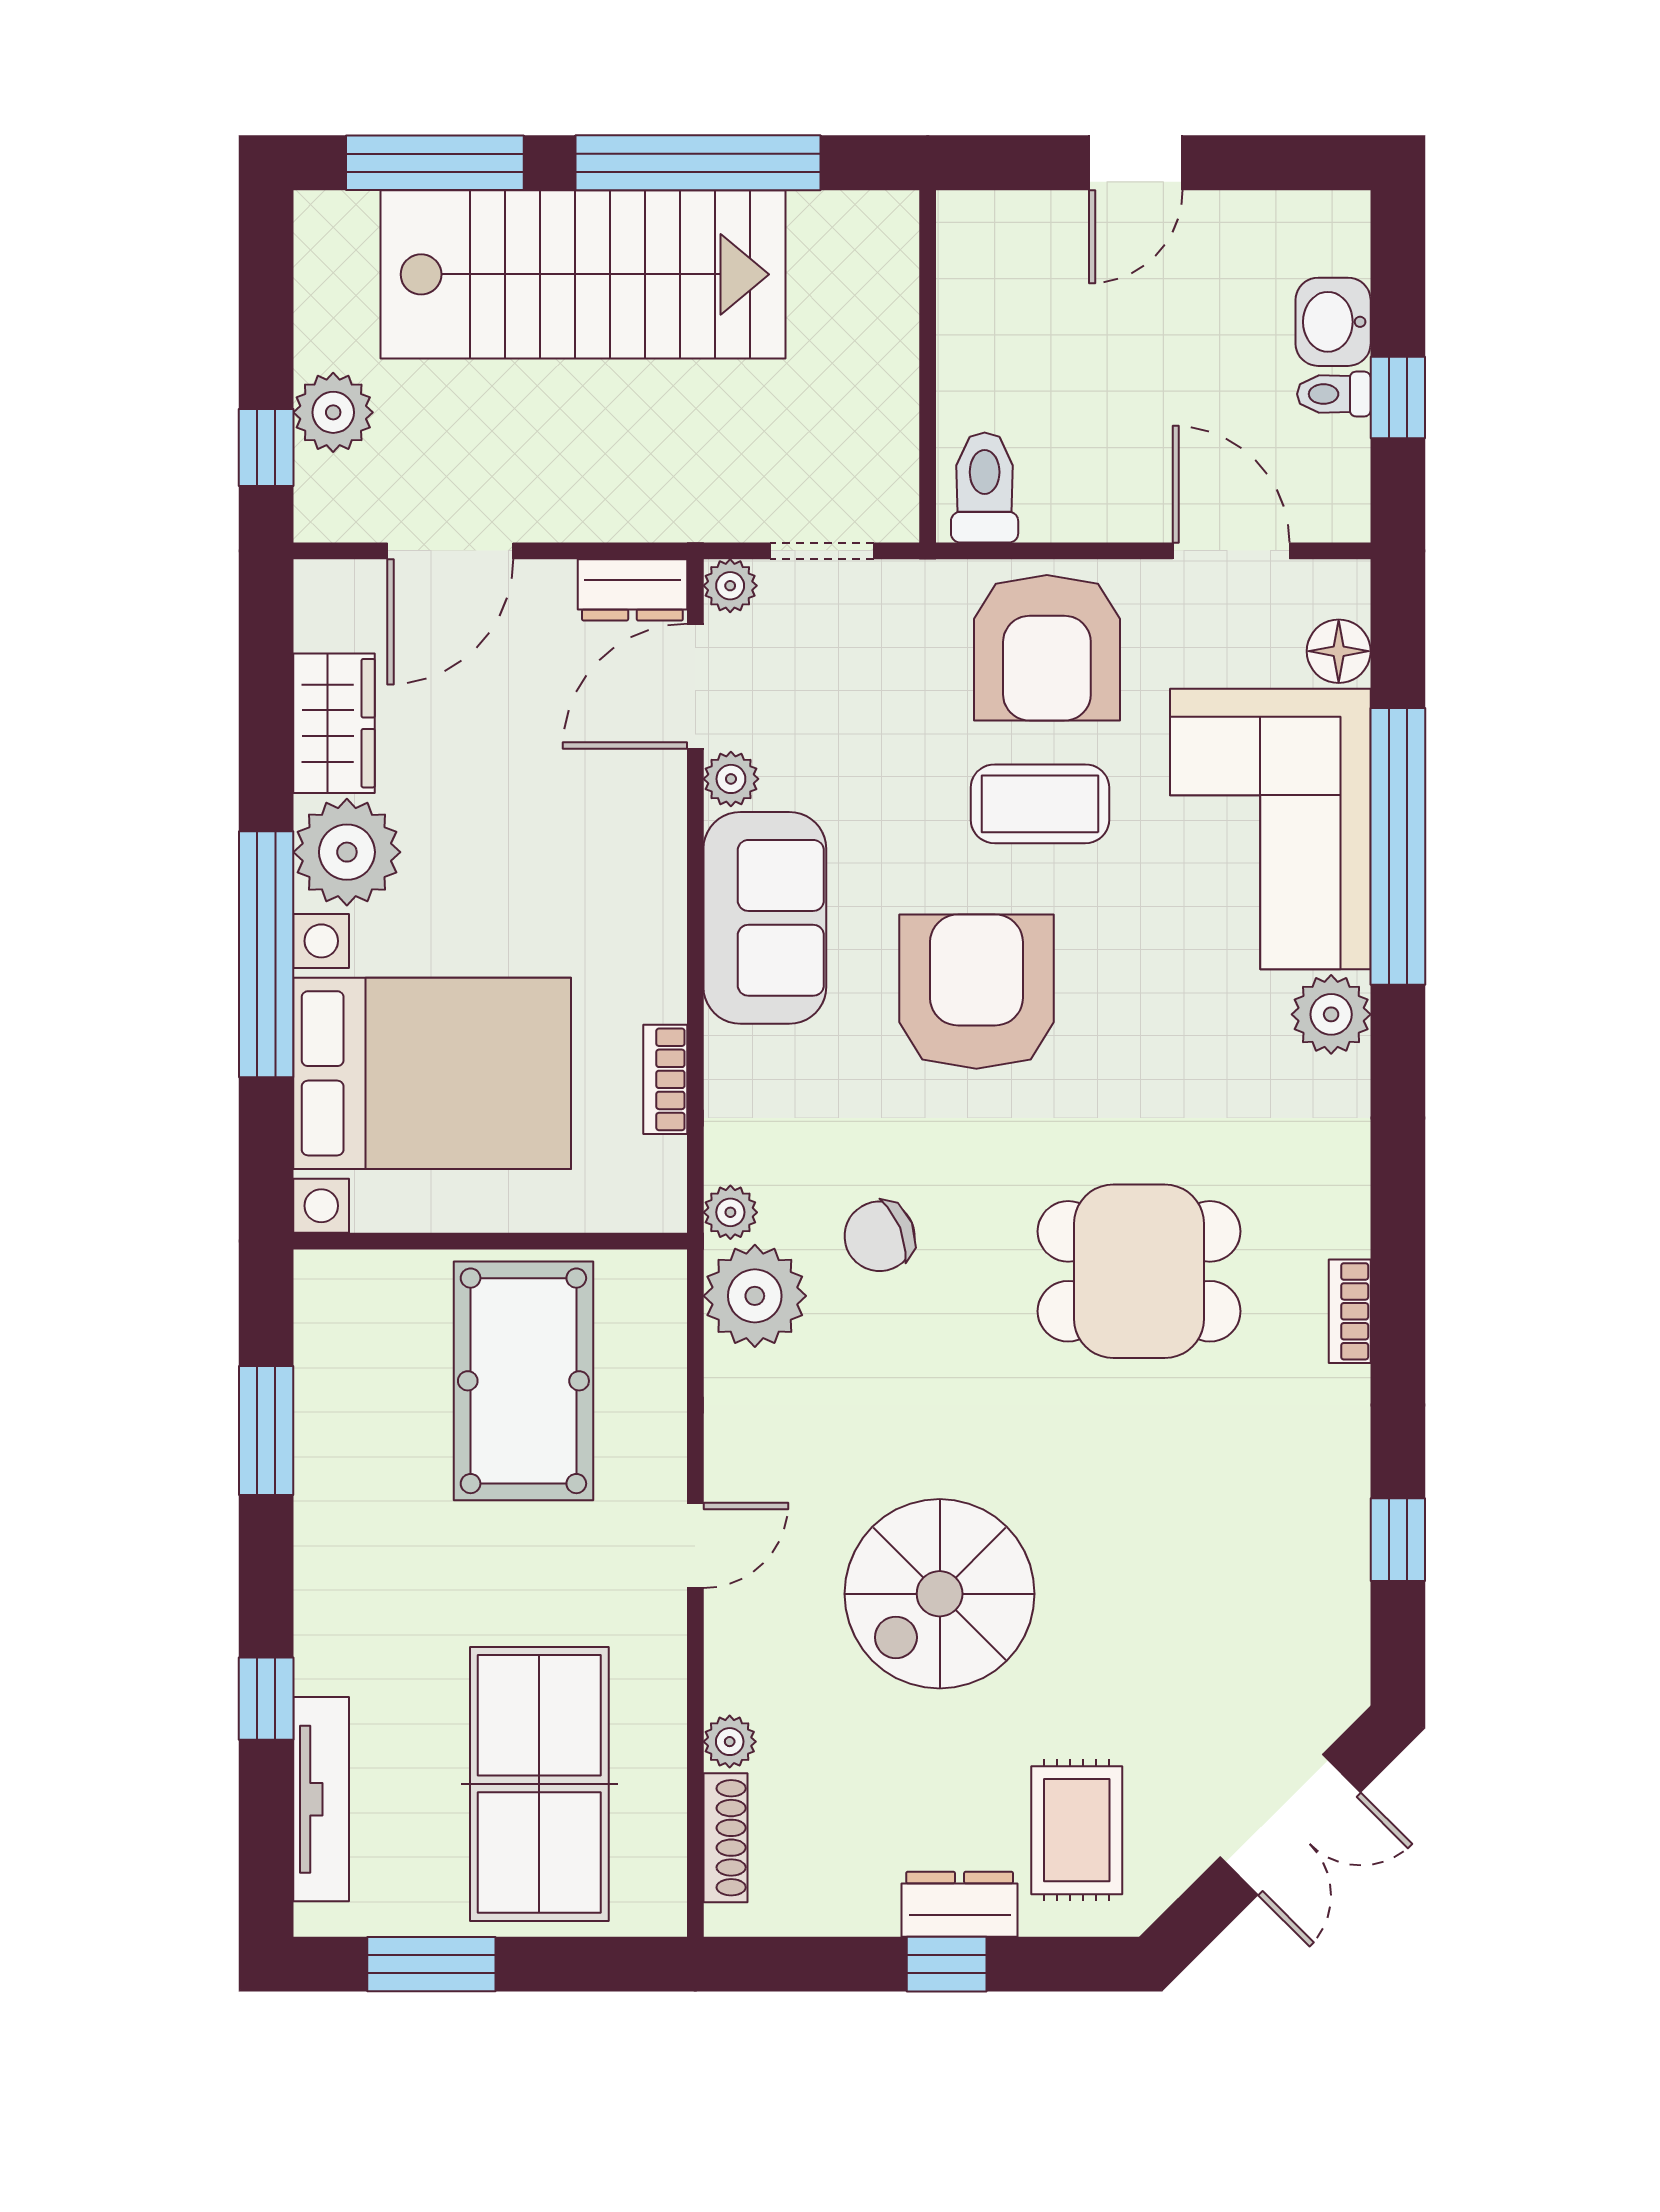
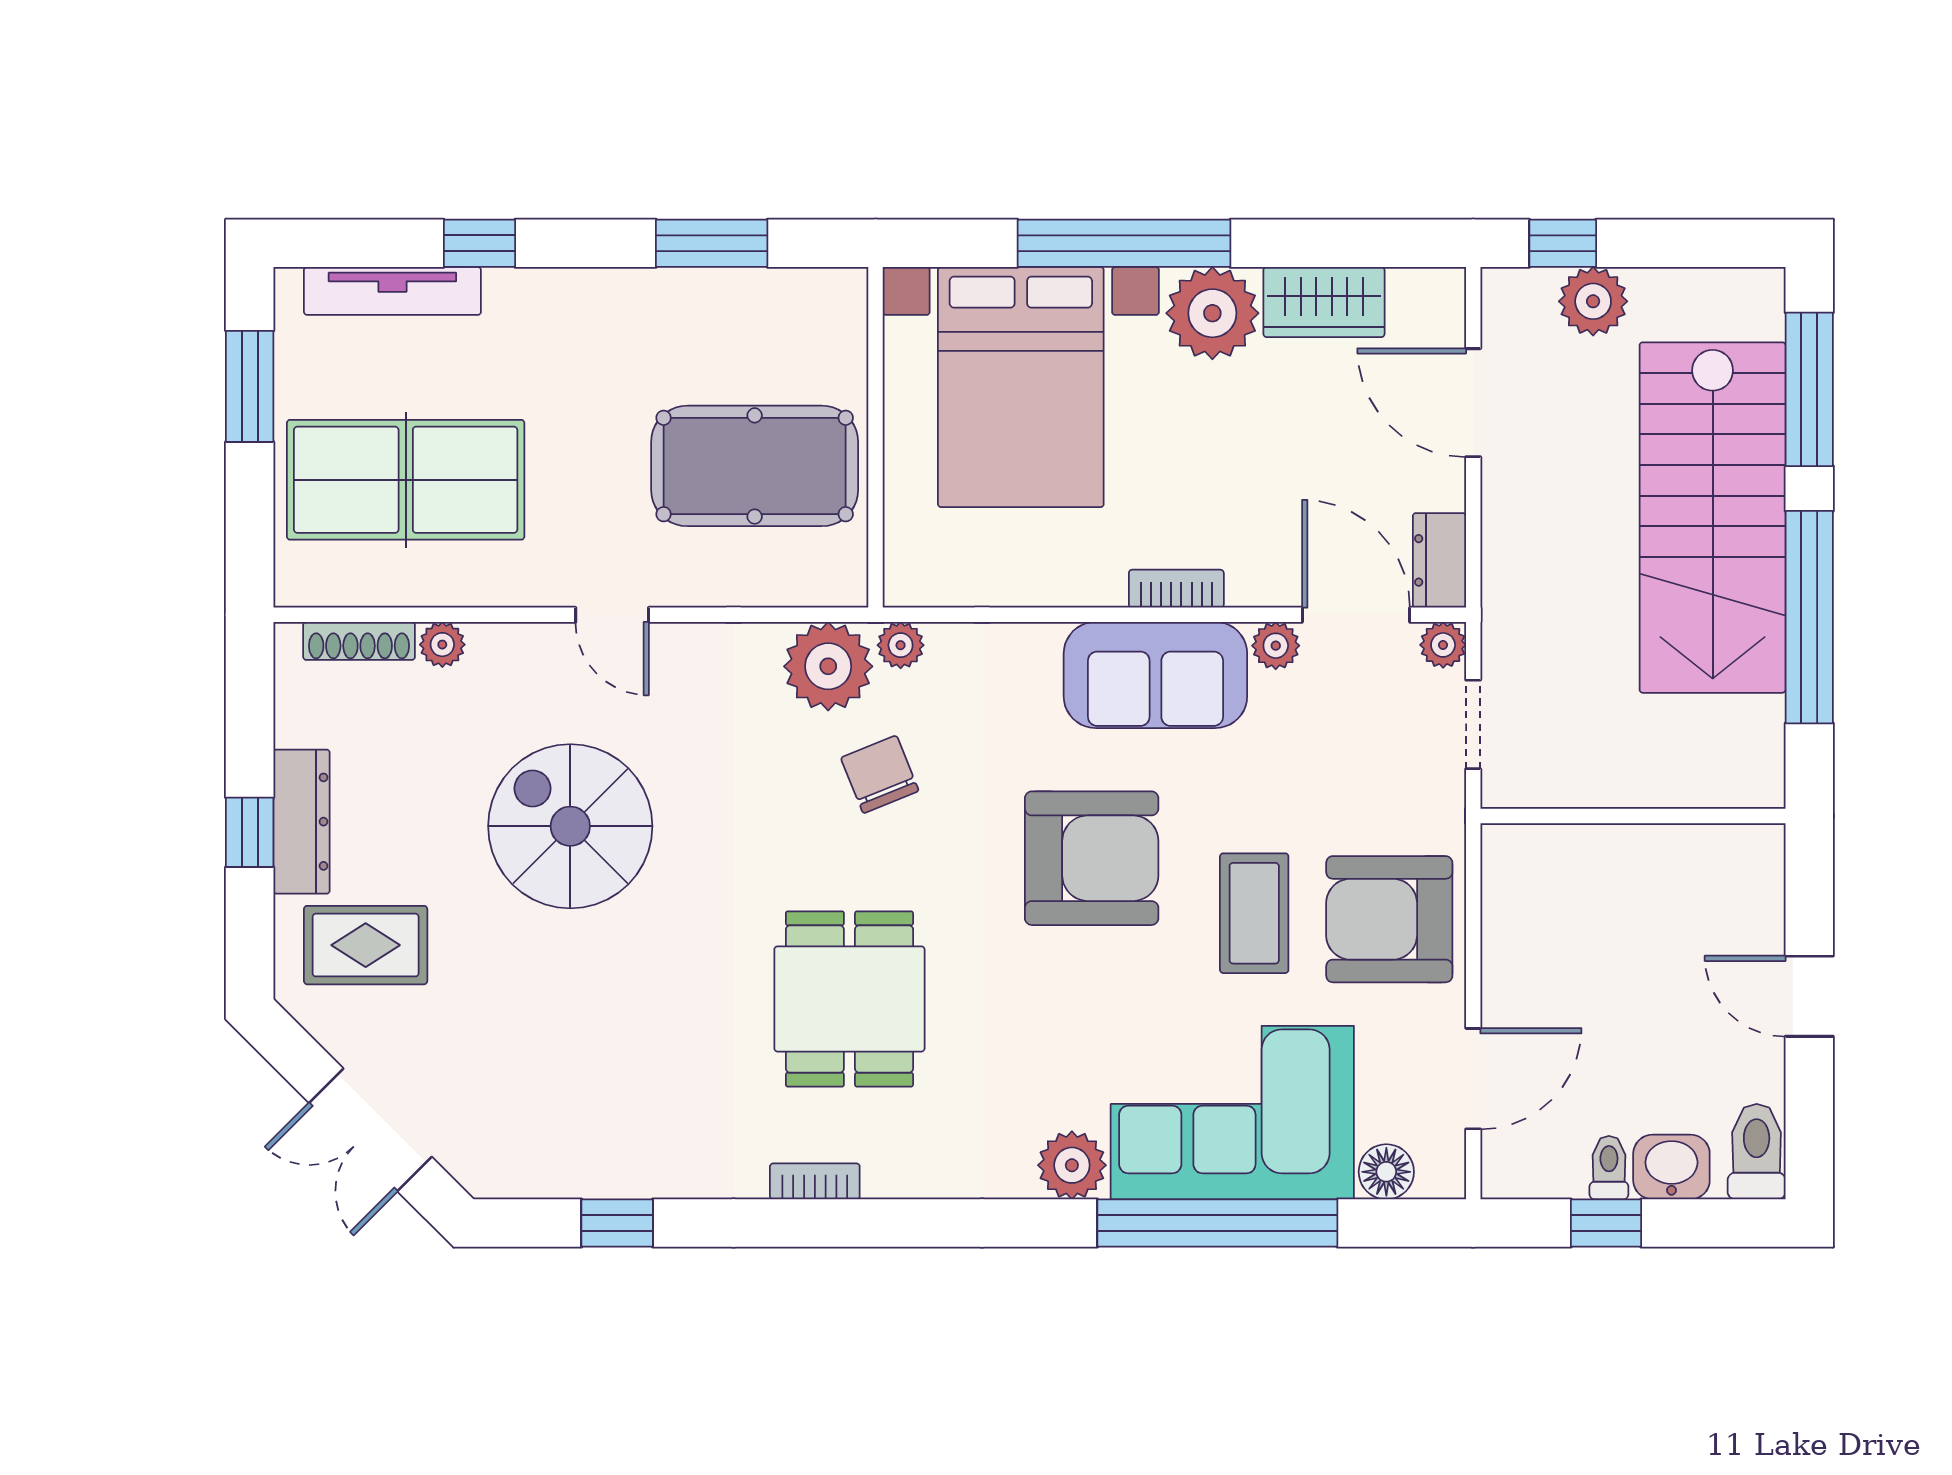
toilet: (985, 487) -> (1757, 1152), moved, turned -90
bookcase: (665, 1079) -> (1176, 589), moved
dresser: (960, 1904) -> (301, 822), width x1.44

